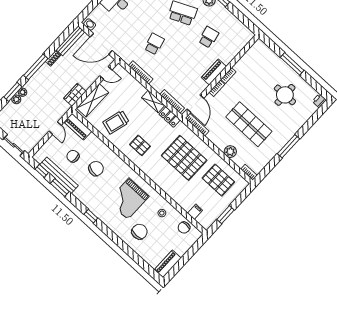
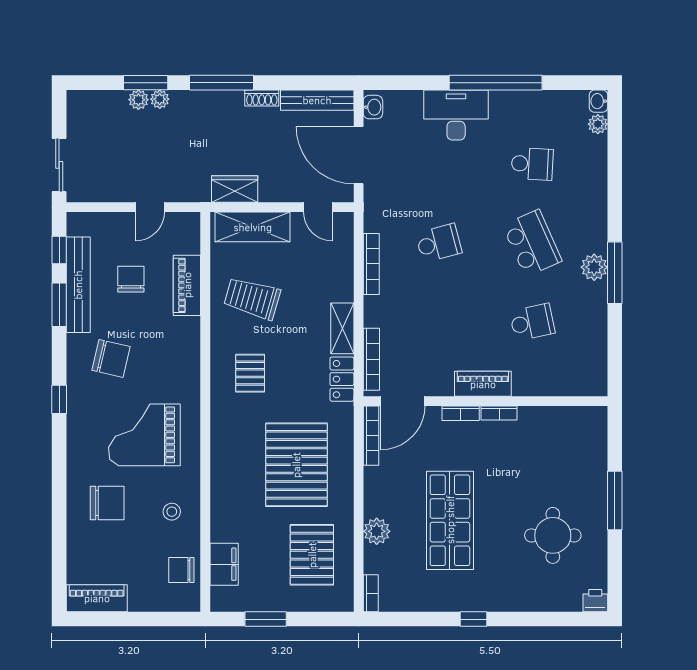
piano: (78, 127) -> (187, 285), moved
window: (288, 146) -> (474, 619), width x0.46
chair: (96, 169) -> (111, 358), moved
filing cabinet: (195, 212) -> (224, 564), width x2.00

